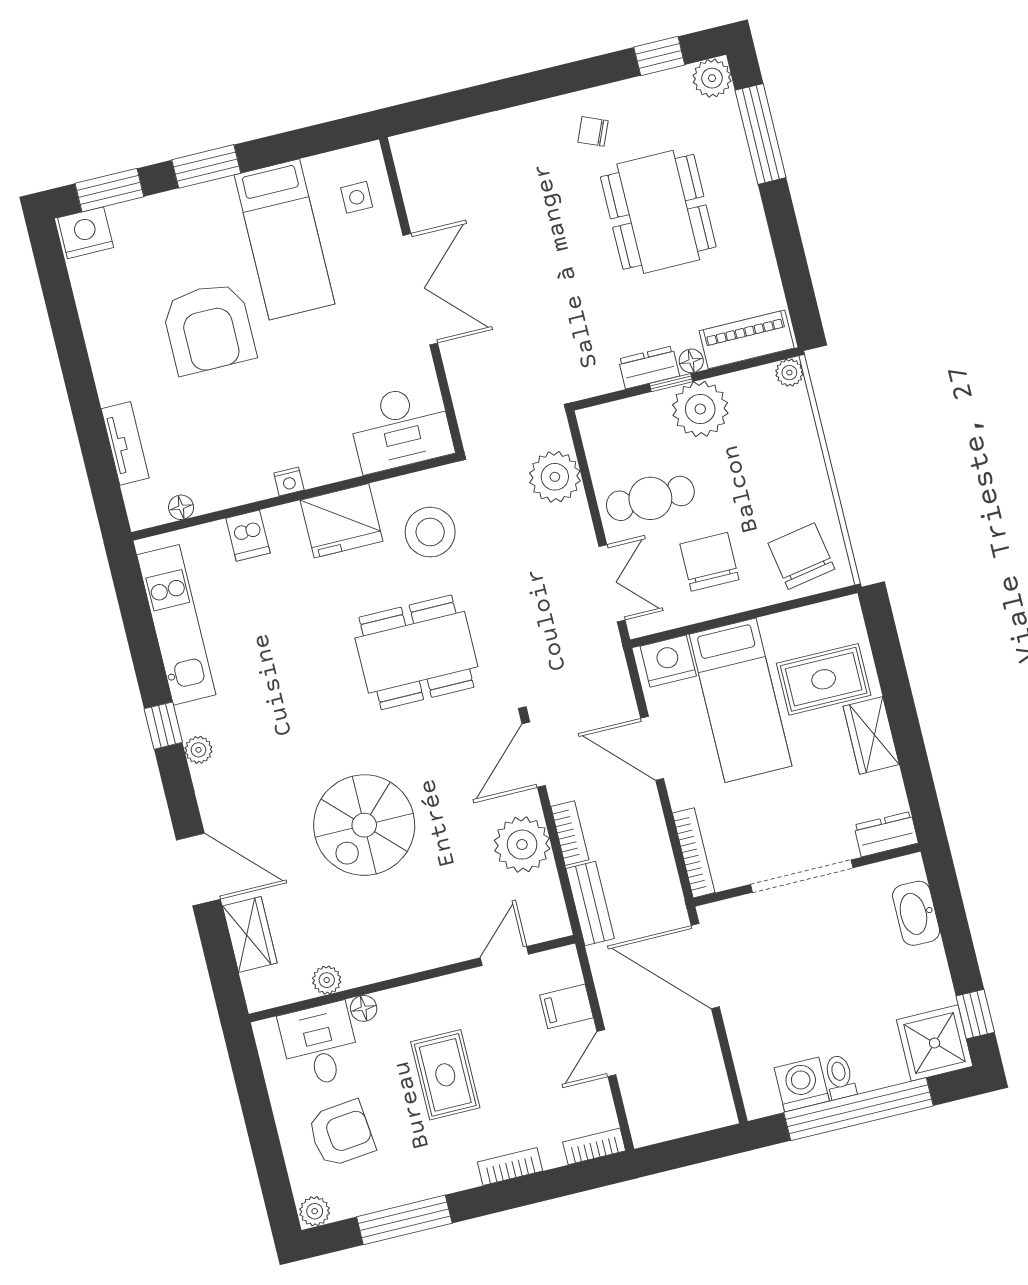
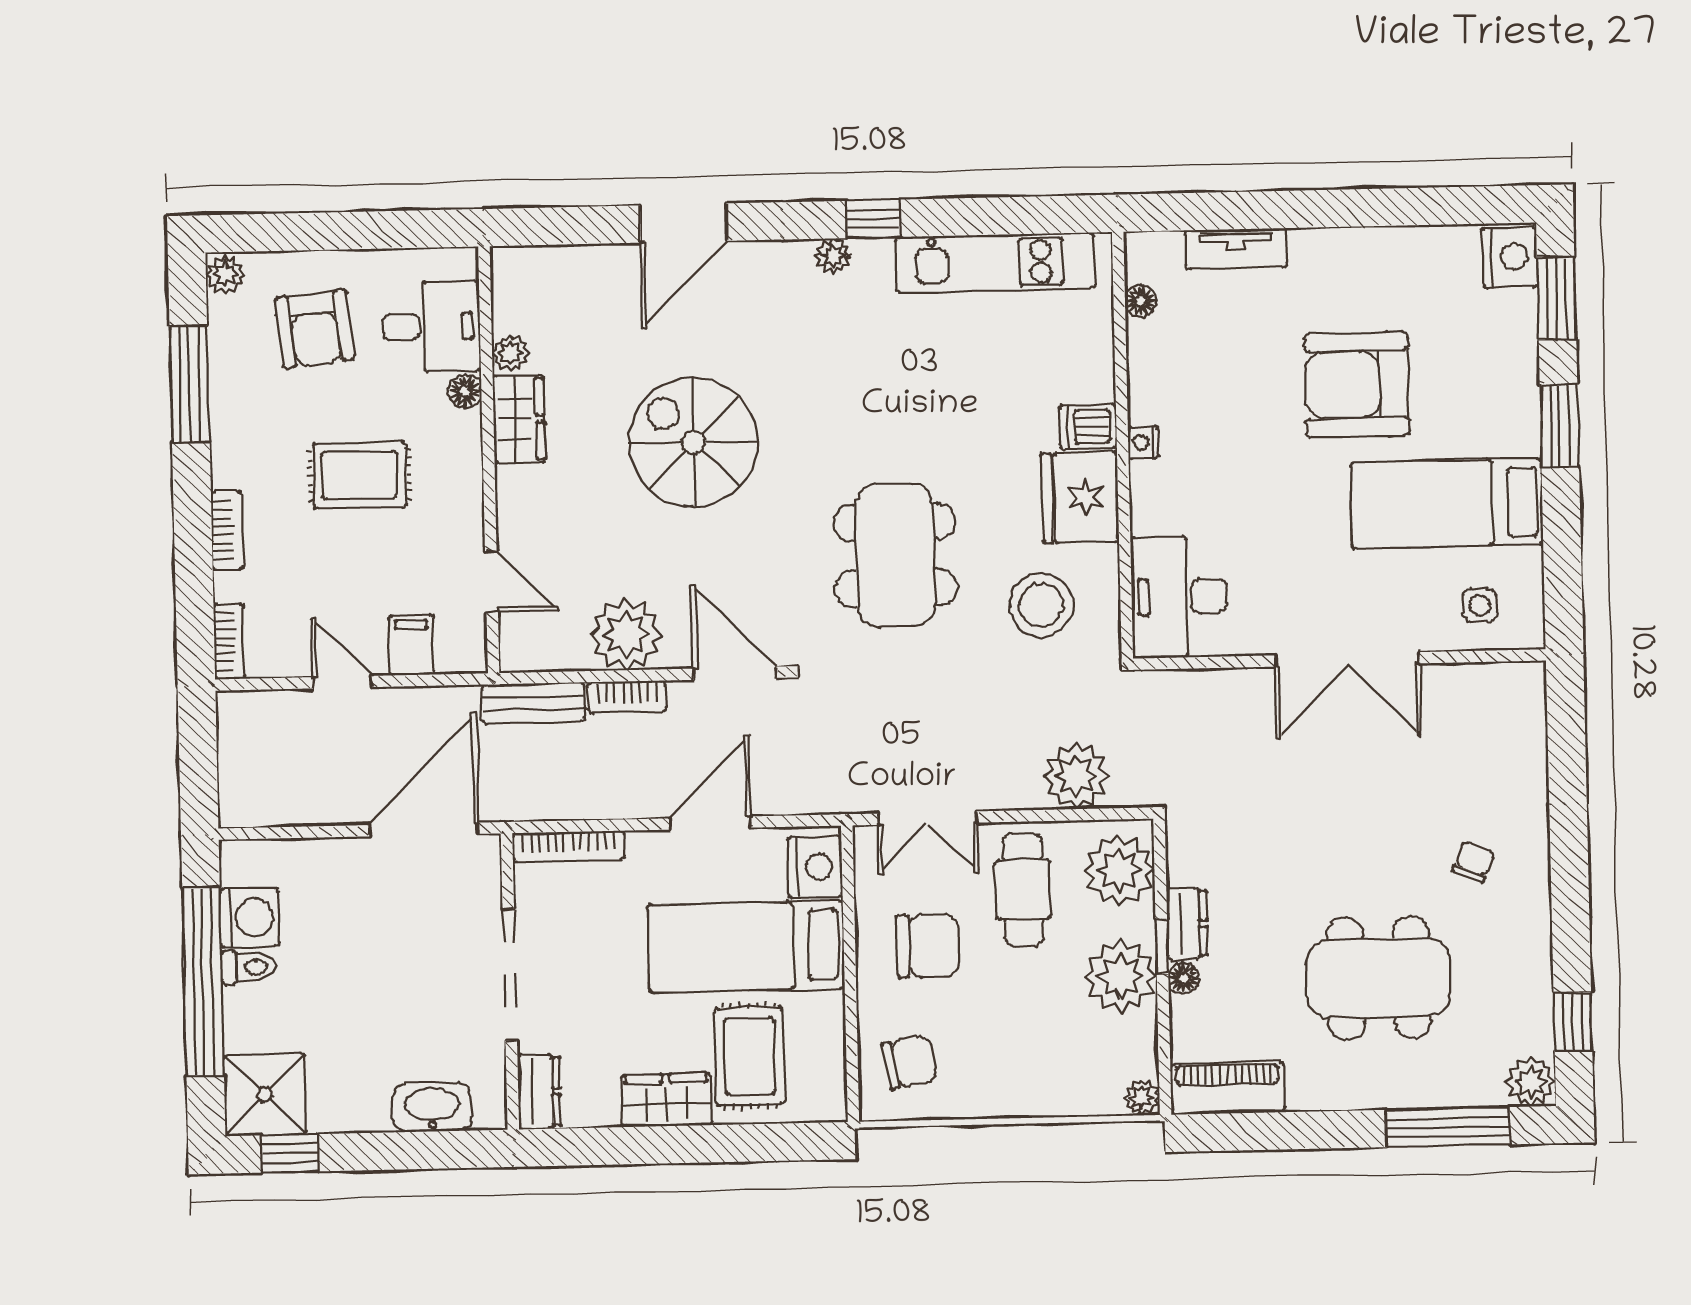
chair: (593, 131) -> (1474, 861), moved
piano: (747, 339) -> (1228, 1088), moved, turned -90
plant: (620, 428) -> (1119, 870), added
dishwasher: (248, 536) -> (1088, 427), moved
chair: (801, 556) -> (909, 1062), width x0.73, depth x0.73
wardrobe: (250, 934) -> (519, 419), moved, turned -90

